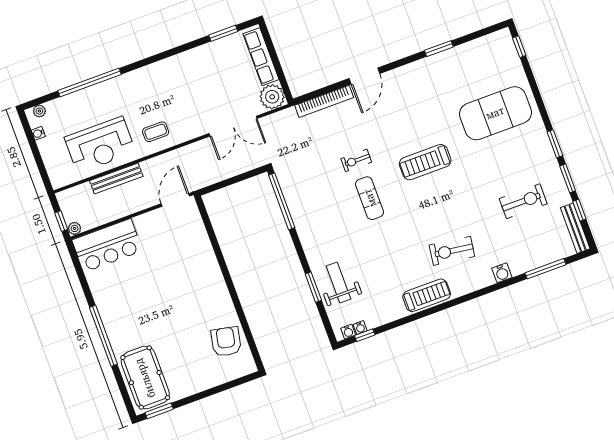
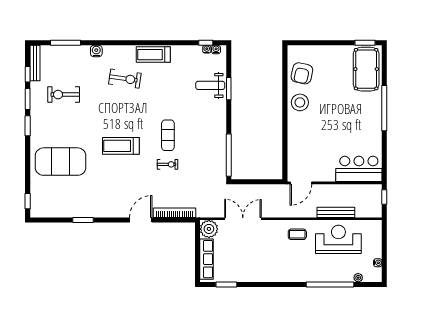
plant: (39, 111) -> (358, 278), moved
treadmill: (425, 162) -> (121, 146), turned 180
plant: (75, 228) -> (377, 189), removed
weight bench: (339, 283) -> (210, 85), turned 90
stool: (215, 303) -> (300, 102), added

